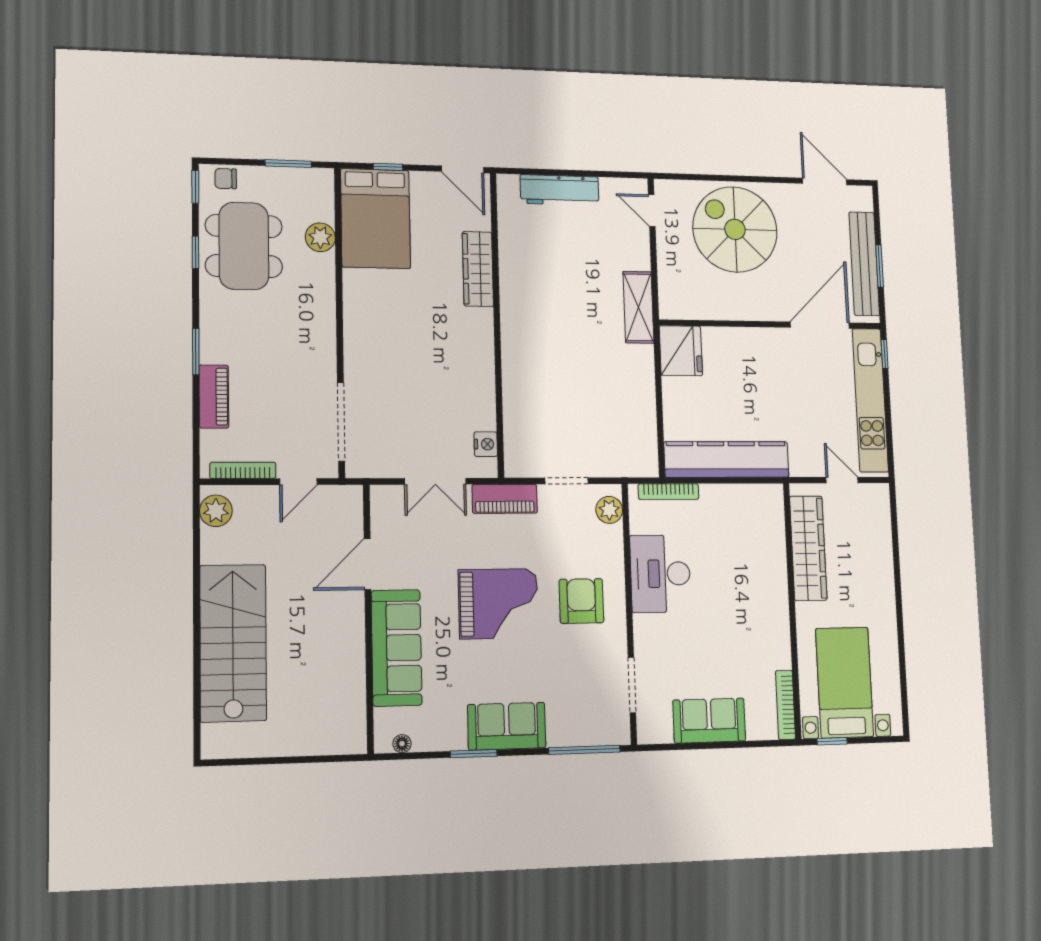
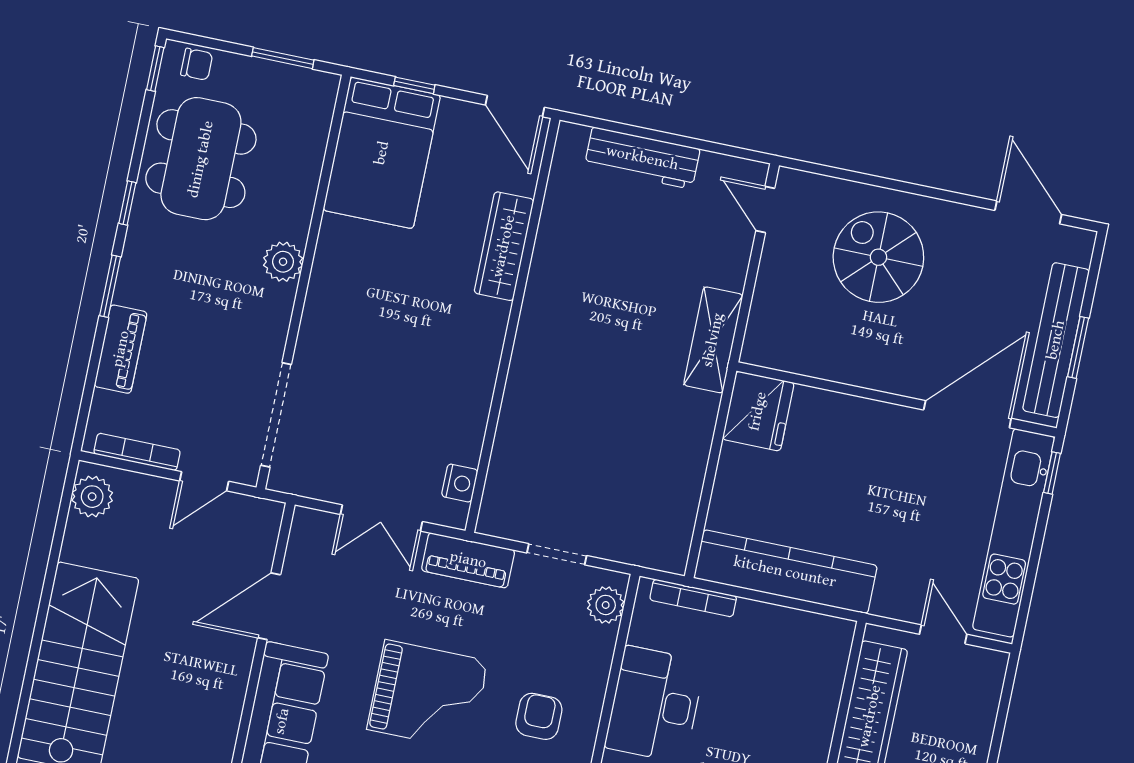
chair: (226, 179) -> (197, 64), turned 180
spiral stairs: (735, 229) -> (878, 257), width x0.73, depth x0.73
plant: (320, 237) -> (283, 262), moved
window: (195, 252) -> (127, 203), moved
armchair: (581, 601) -> (539, 716), width x0.72, depth x0.72

